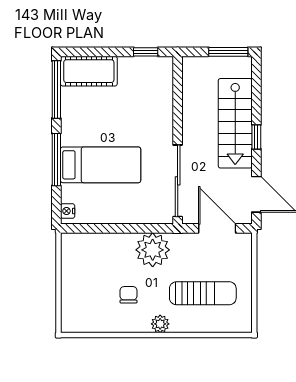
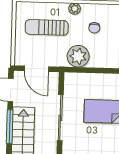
window: (256, 137) -> (10, 127), width x2.17
sliding door: (178, 181) -> (60, 118), moved

